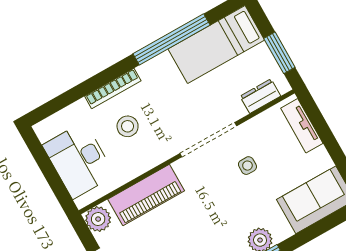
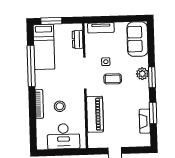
window: (279, 53) -> (51, 21), moved
coffee table: (224, 193) -> (113, 79), added
plant: (98, 219) -> (94, 142), removed

